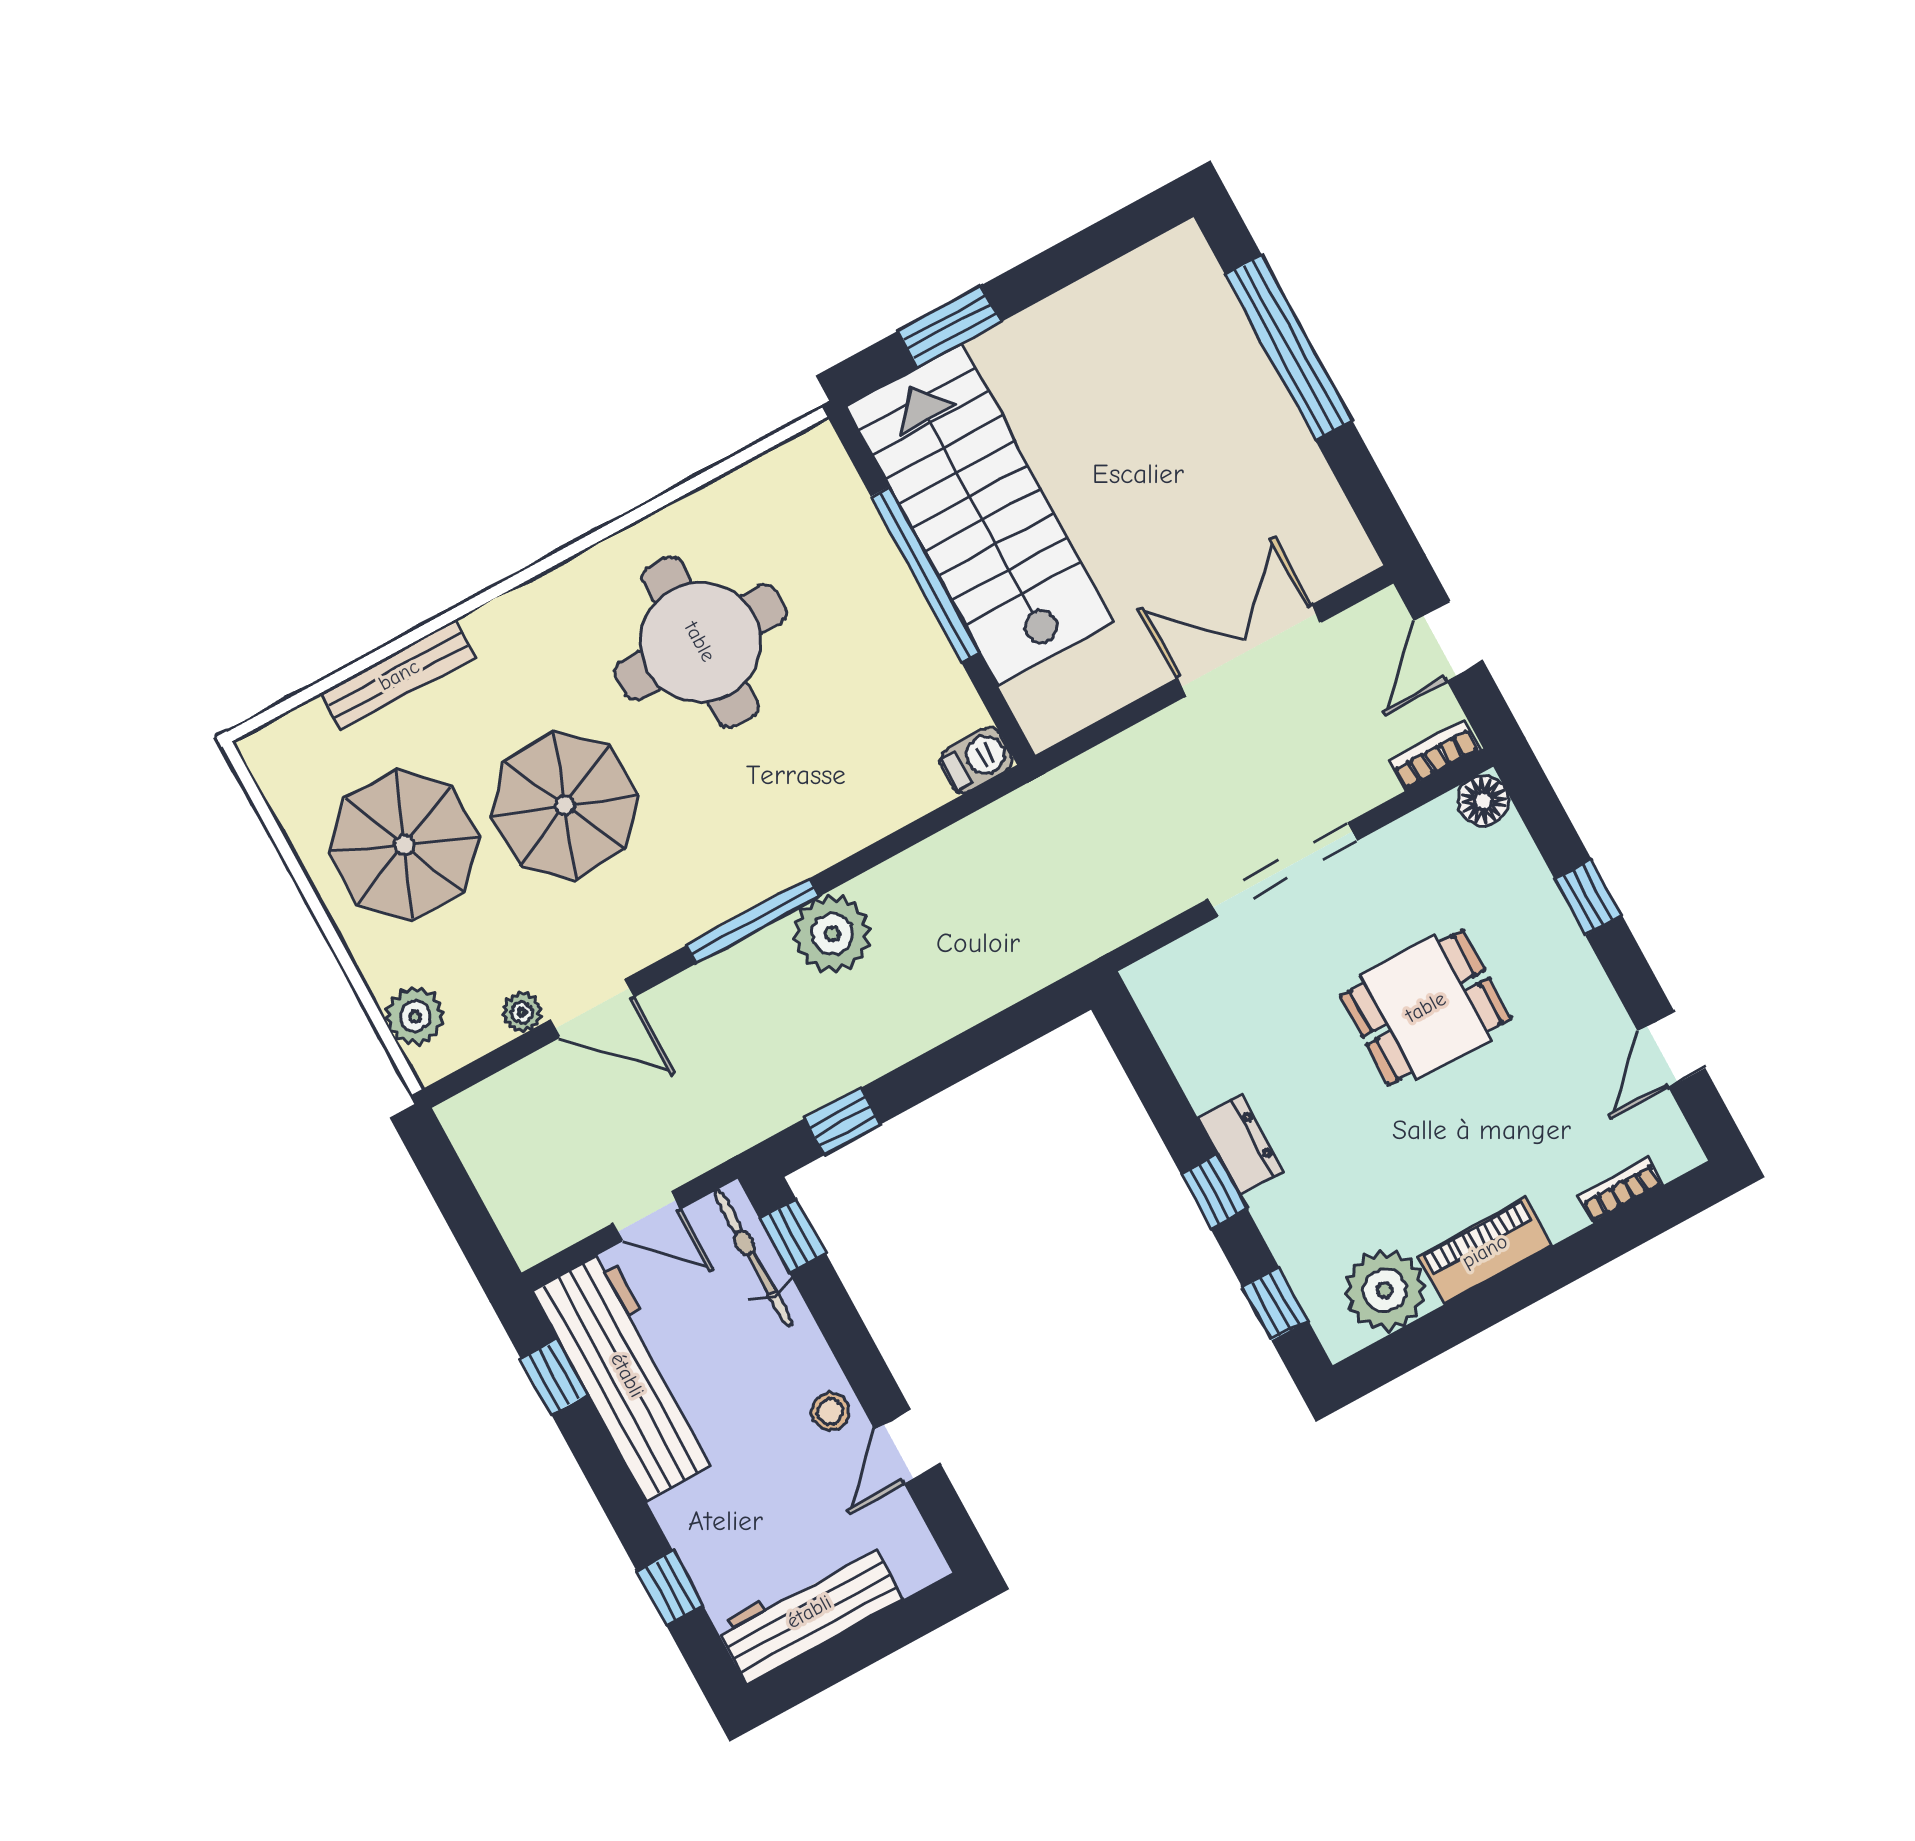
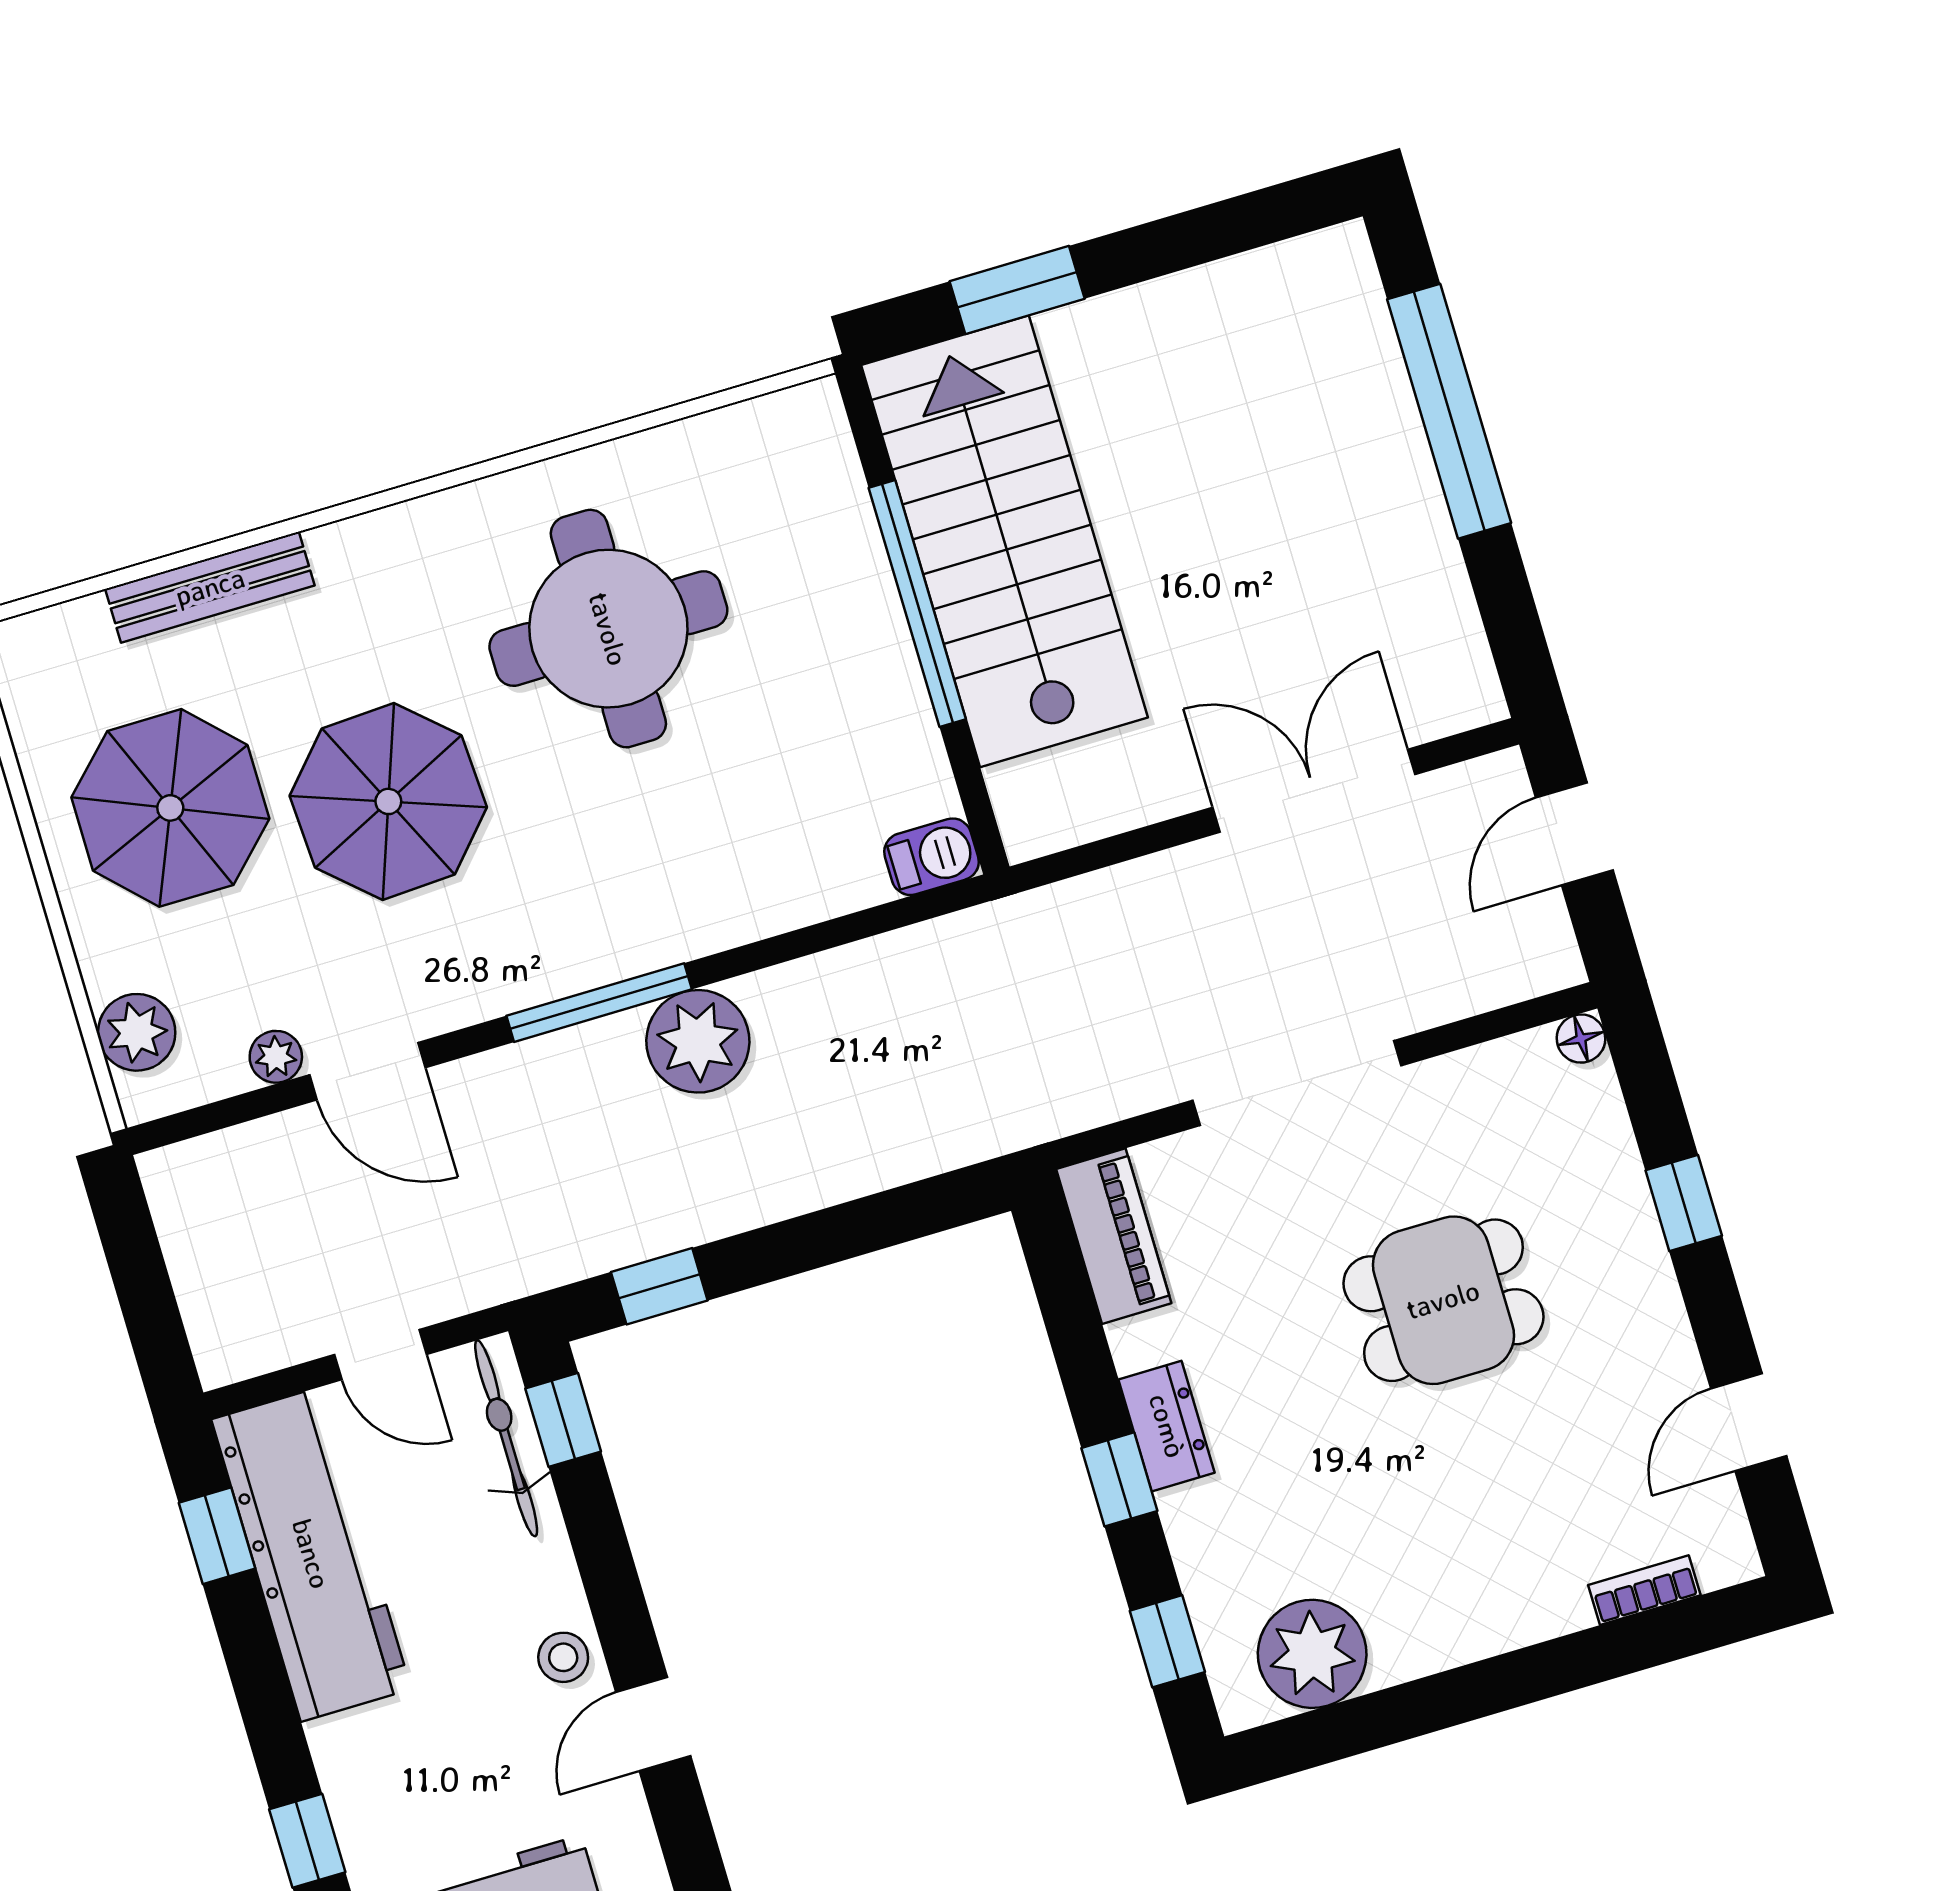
bookcase: (1434, 755) -> (1524, 978), removed
floor lamp: (1483, 801) -> (1581, 1039), width x0.73, depth x0.73
piano: (1485, 1251) -> (1114, 1236), moved, turned 90

